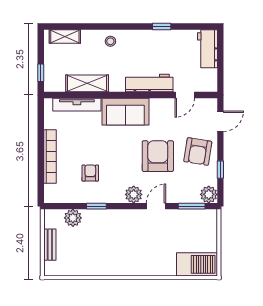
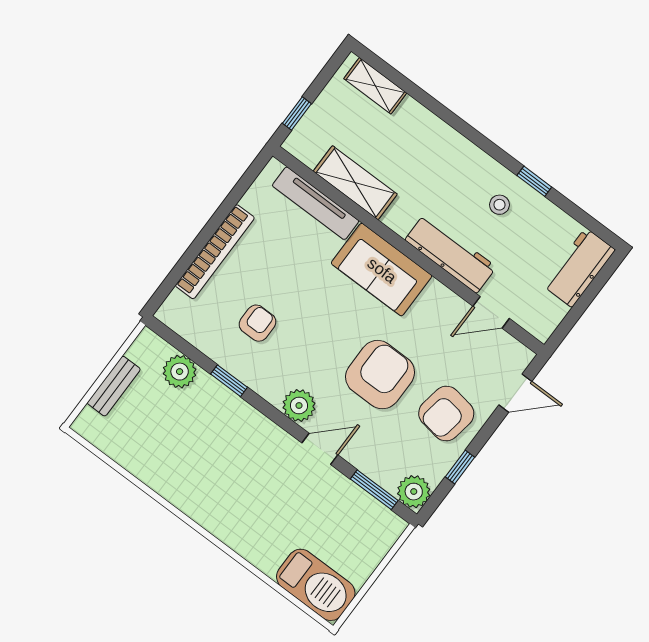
stool: (110, 41) -> (500, 205), moved

